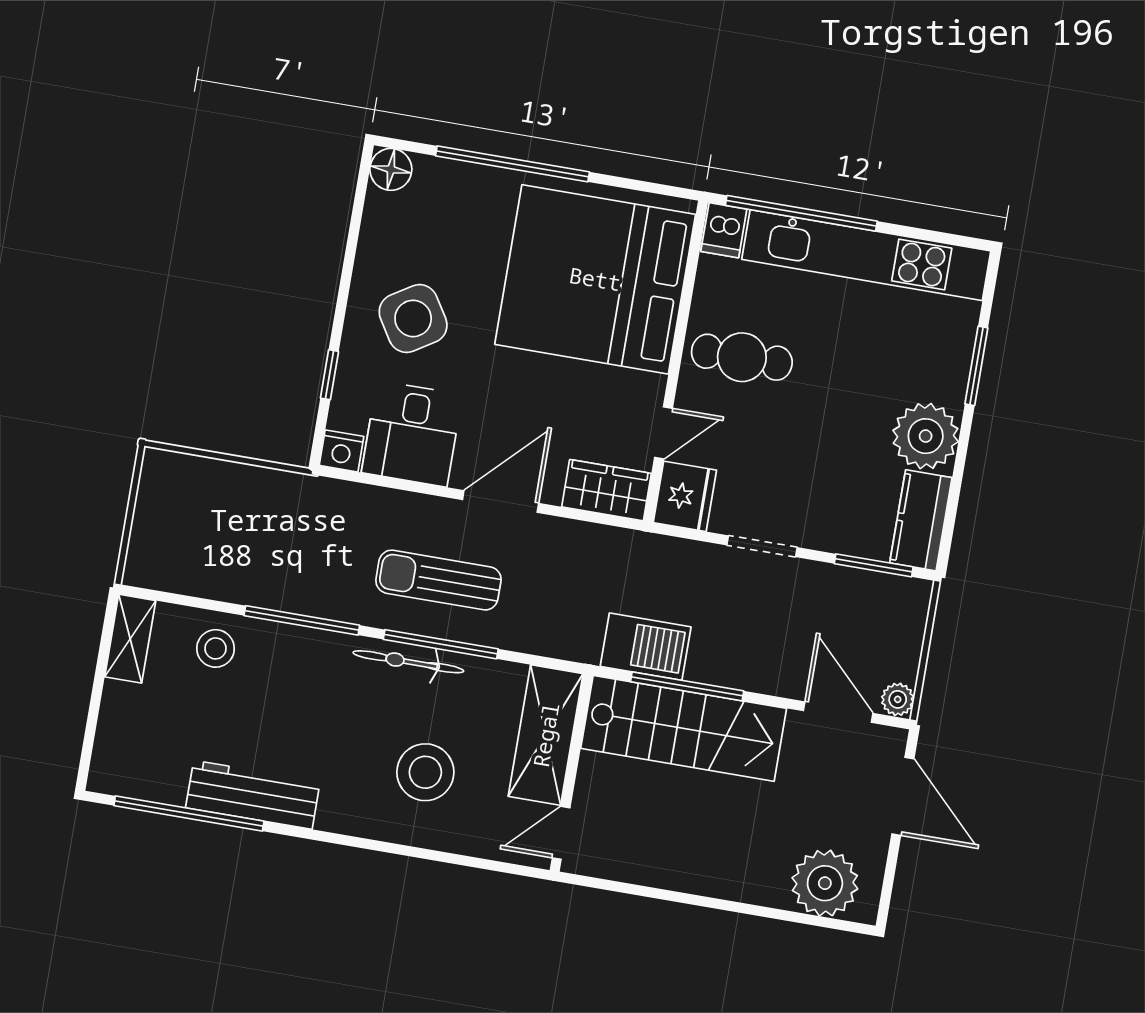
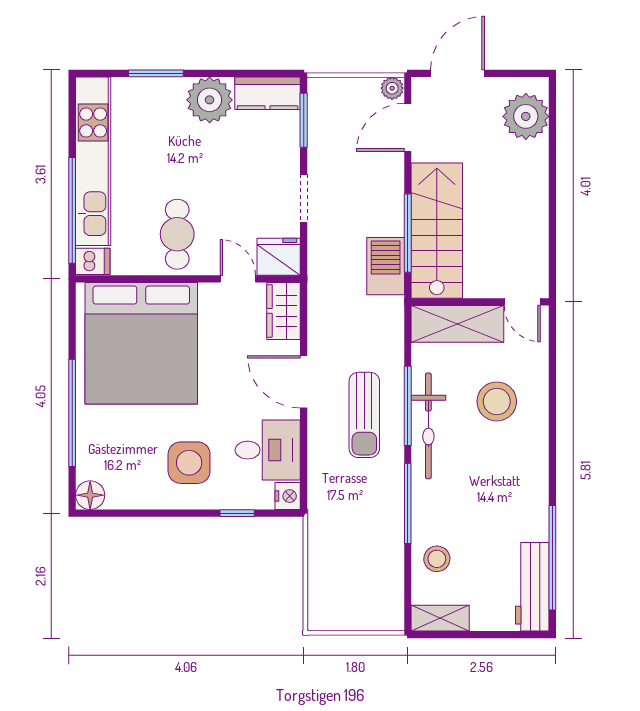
side table: (413, 318) -> (189, 463), turned 32
bicycle: (408, 662) -> (428, 426), width x1.37, depth x1.40
workbench: (253, 795) -> (532, 587), moved

